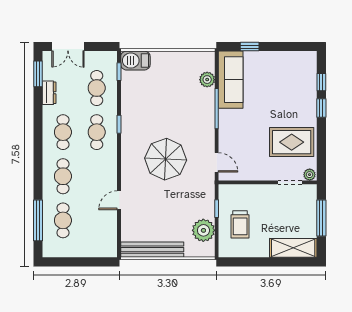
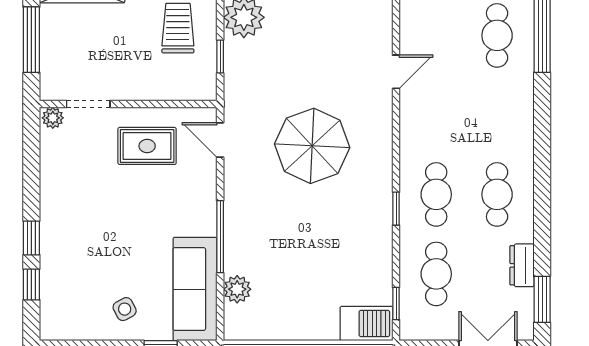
side table: (270, 69) -> (125, 309), added
rug: (292, 142) -> (147, 146), moved, width x0.73, depth x0.70
cafe table: (63, 176) -> (497, 115), removed

